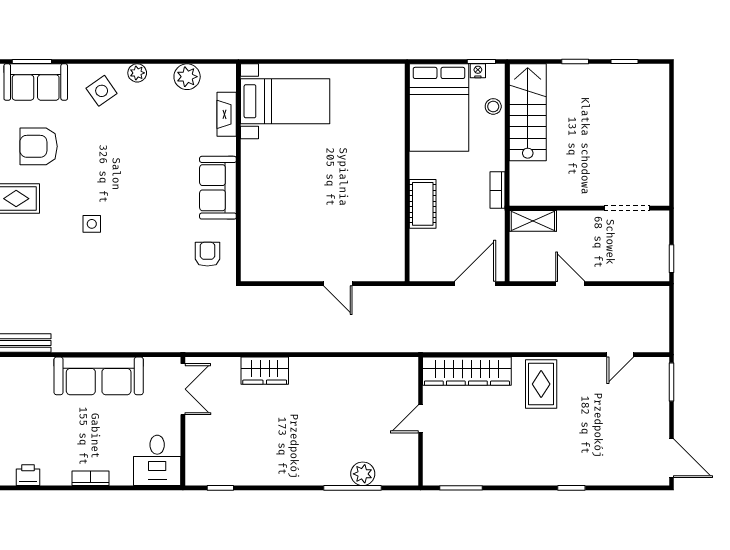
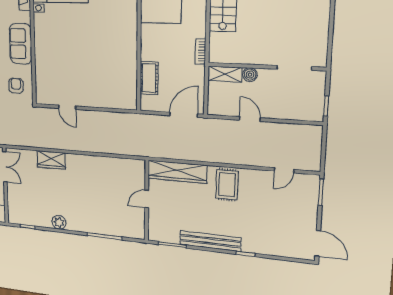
cot: (423, 204) -> (149, 78), moved
boiler: (568, 220) -> (250, 75), added
door: (338, 284) -> (67, 107), moved
plant: (363, 474) -> (59, 222), moved
bench: (519, 474) -> (210, 241), added

